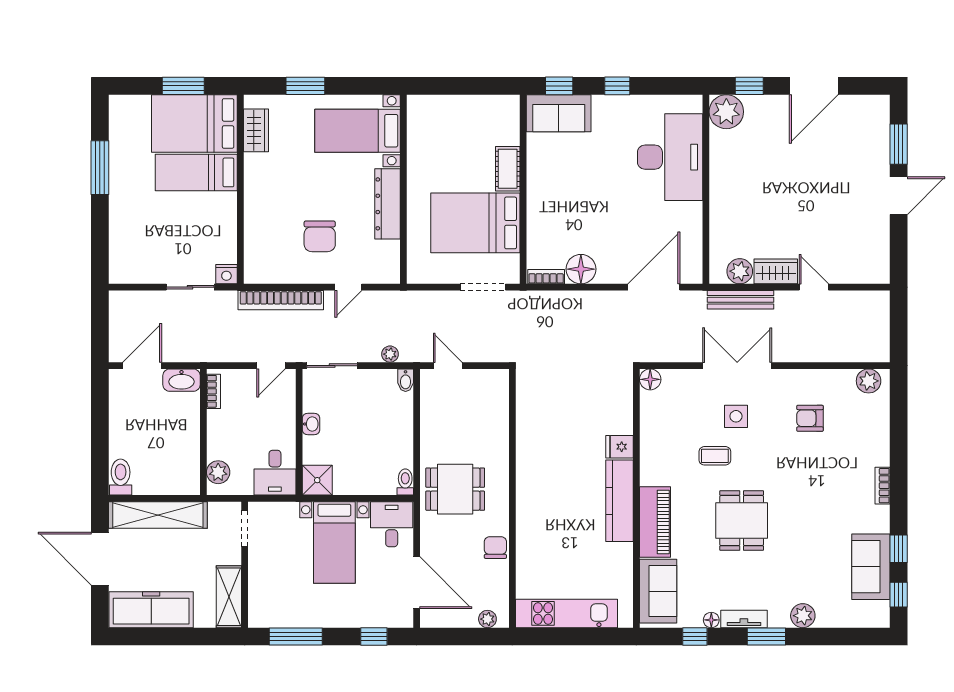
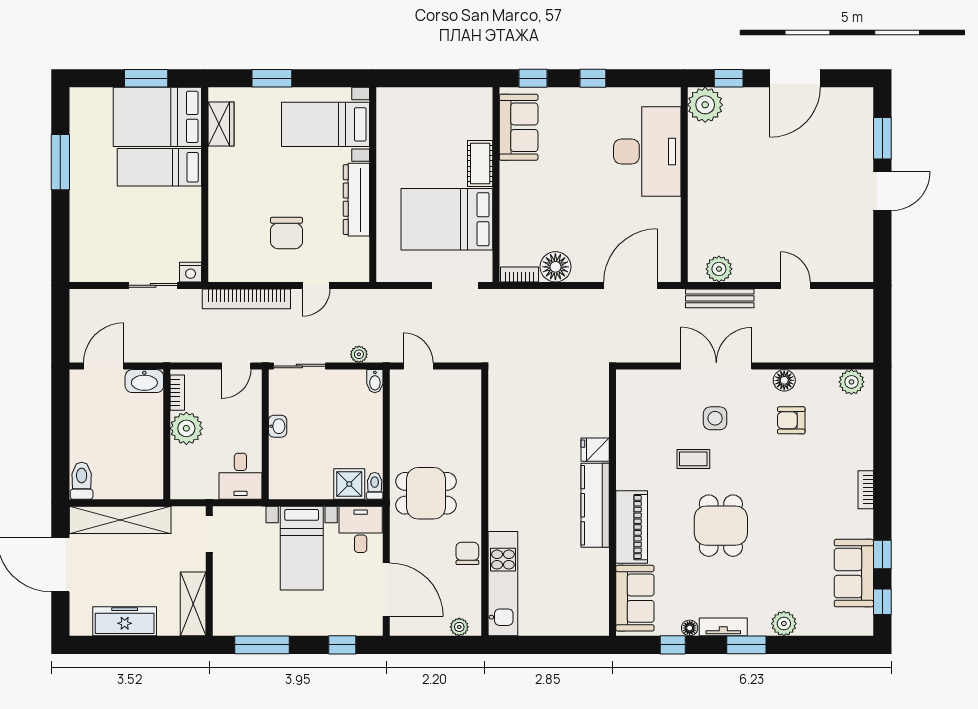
sofa: (559, 113) -> (519, 127), moved, turned -90
wardrobe: (776, 271) -> (756, 269), removed
floor lamp: (650, 379) -> (784, 380), moved
plant: (218, 472) -> (186, 428), moved, width x1.36, depth x1.36
shower: (317, 480) -> (349, 484), moved
freezer: (151, 610) -> (125, 621), width x0.73, depth x0.79
kitchen unit: (566, 613) -> (503, 584), moved, turned 90

